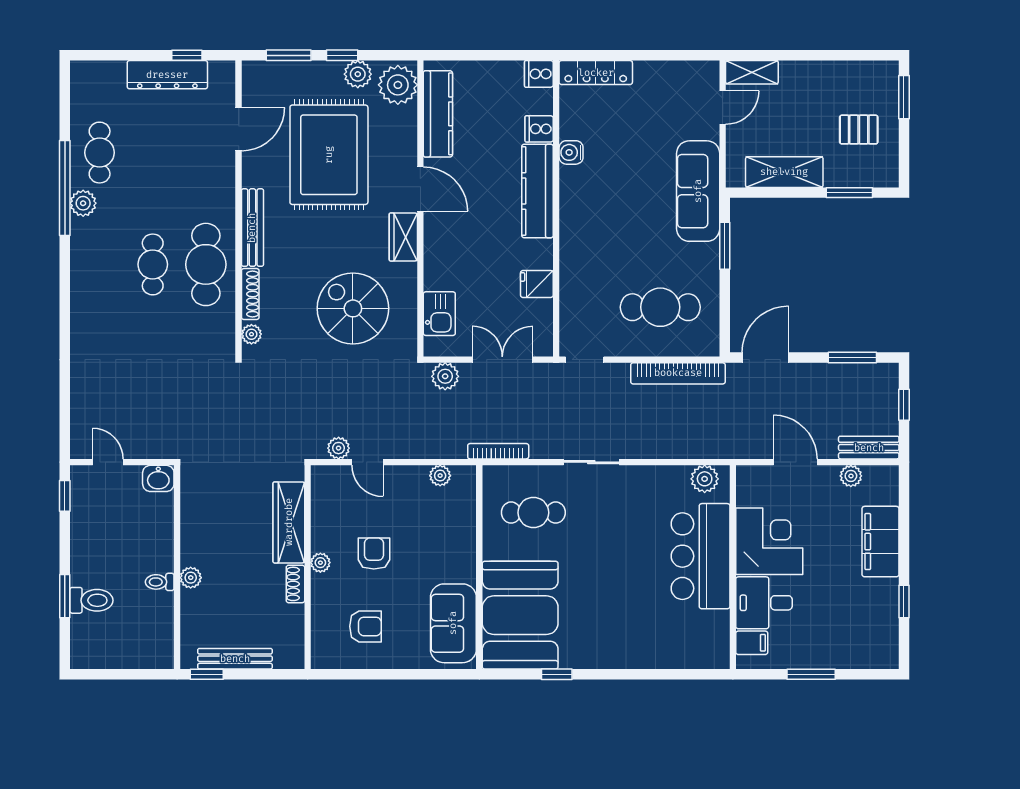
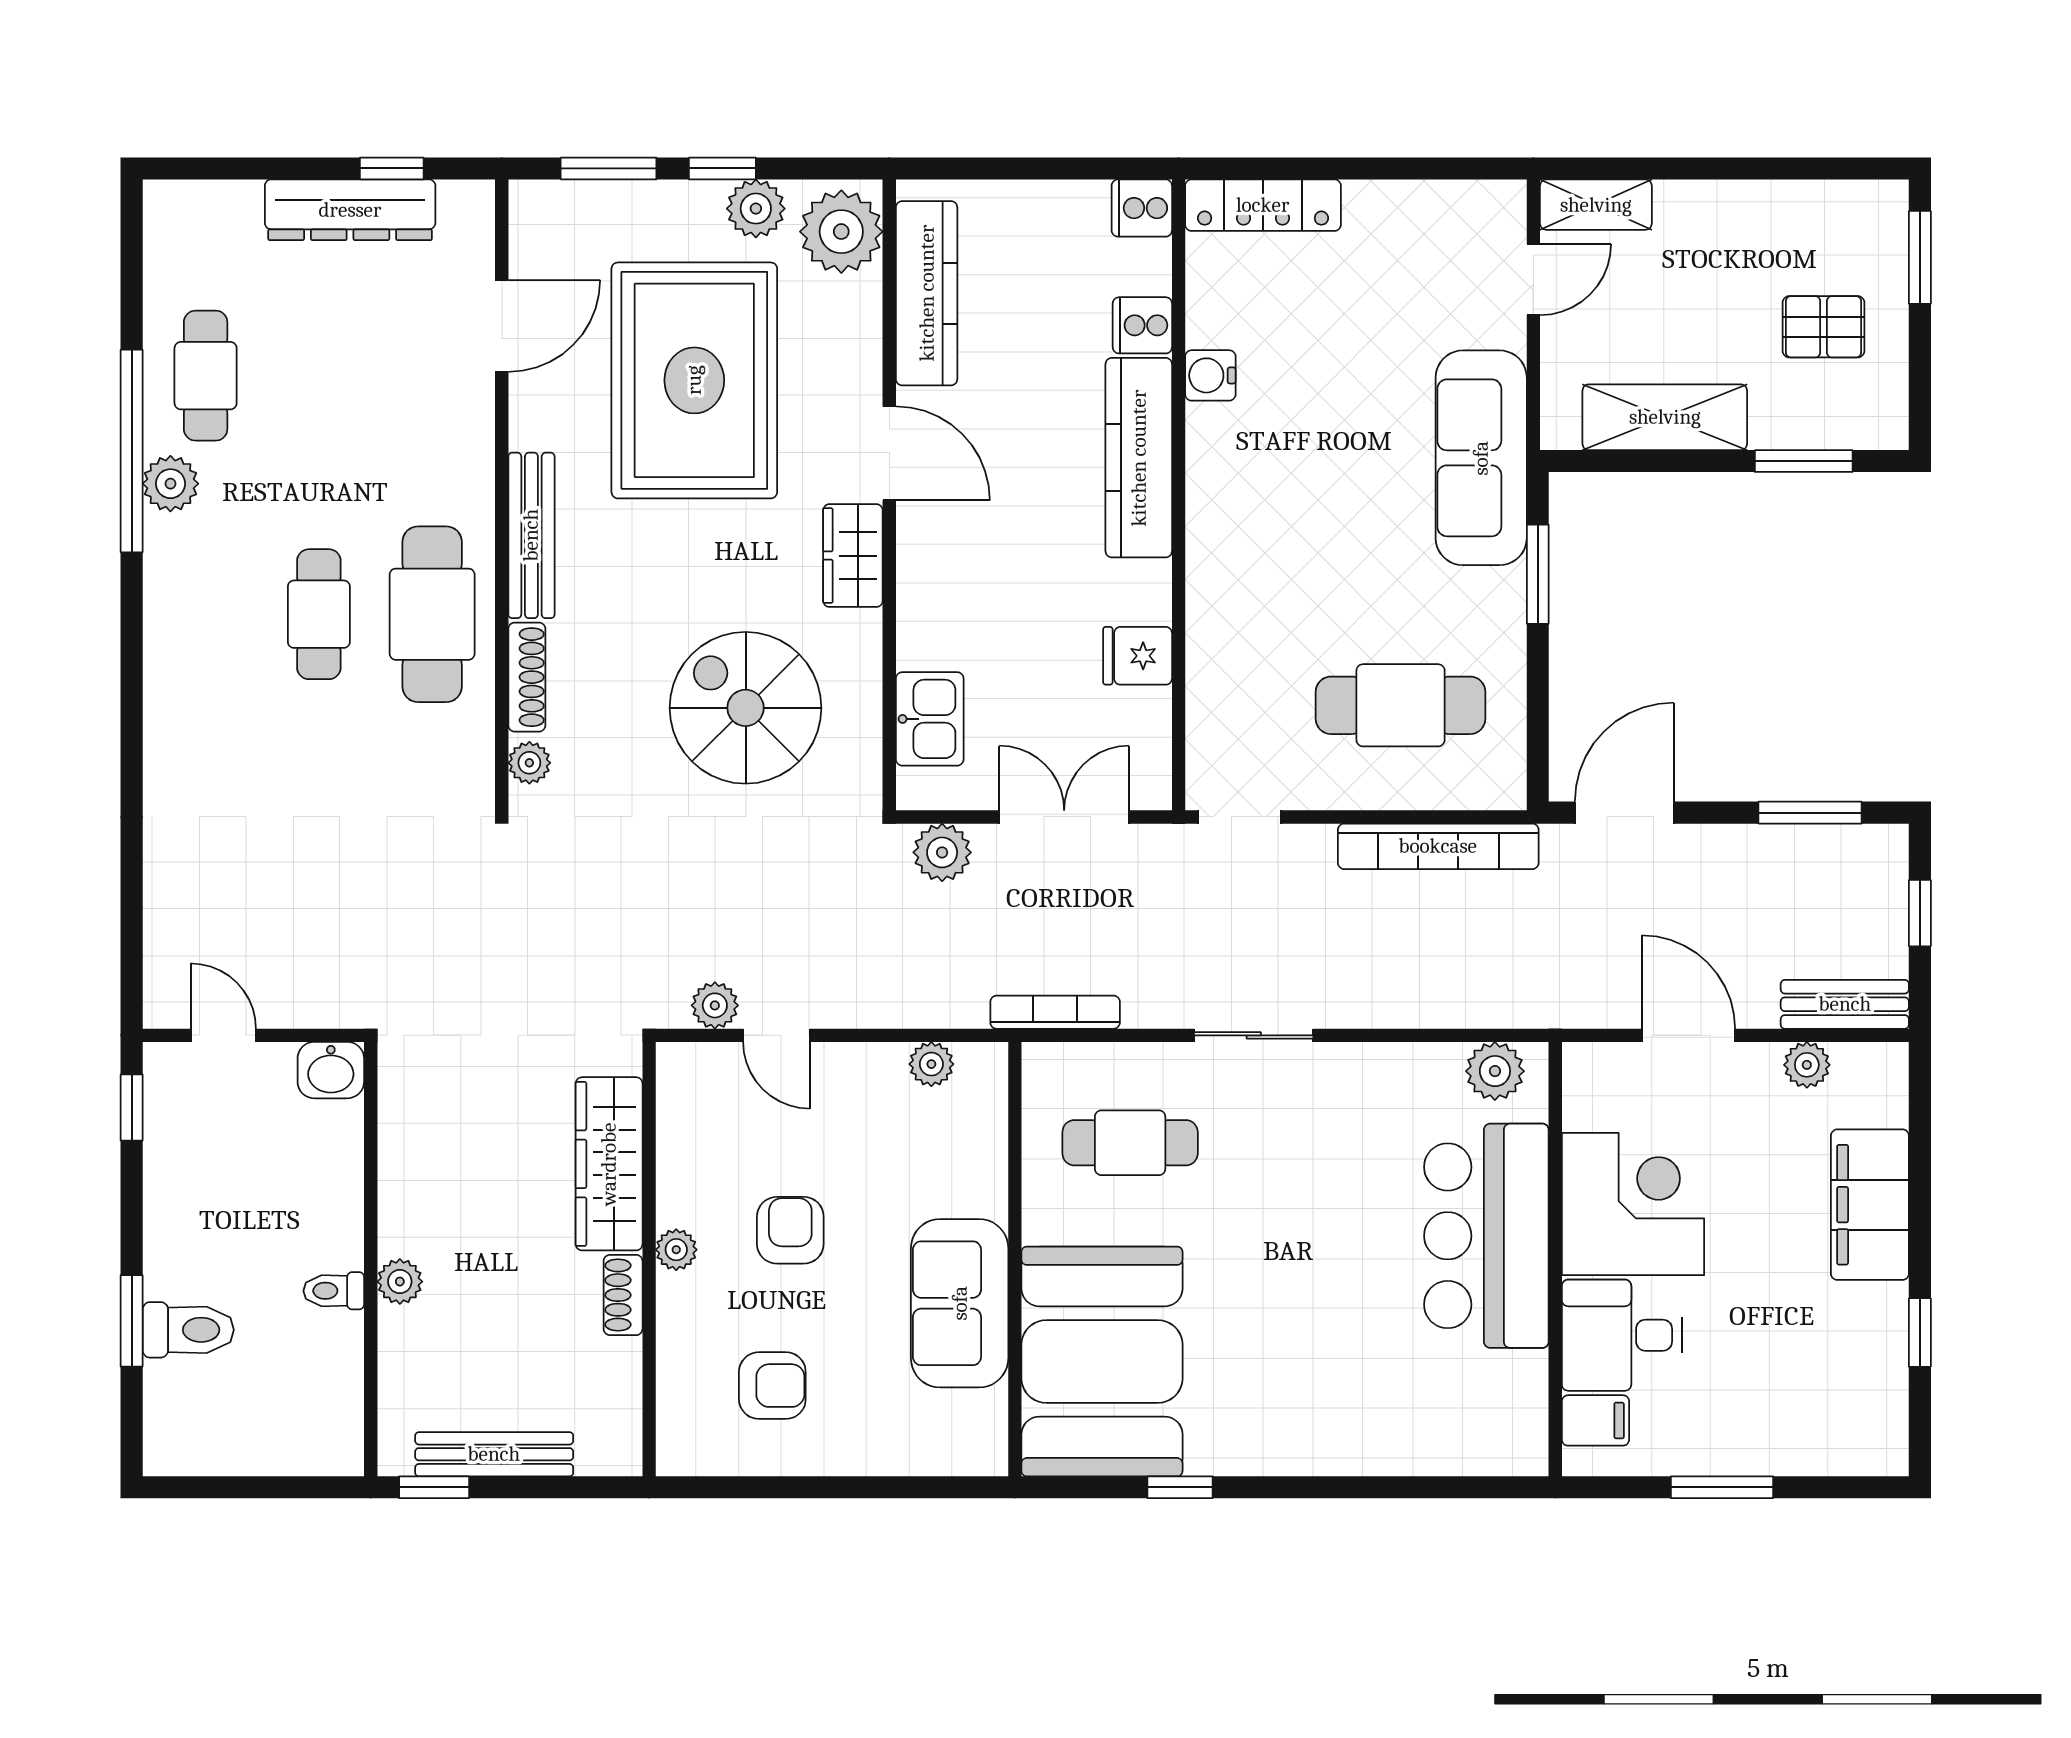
sofa: (453, 623) -> (960, 1303), moved

